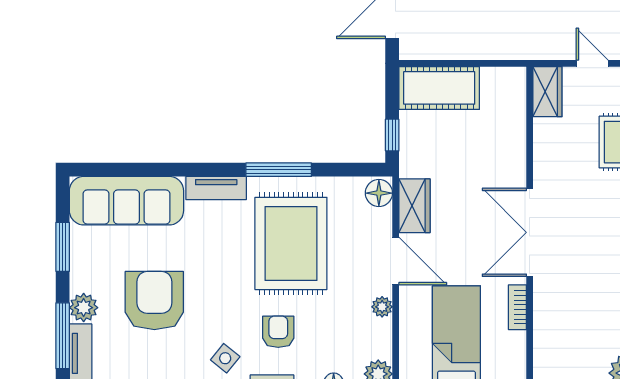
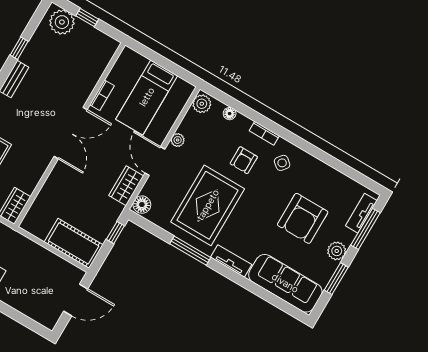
plant: (84, 308) -> (337, 251), moved

